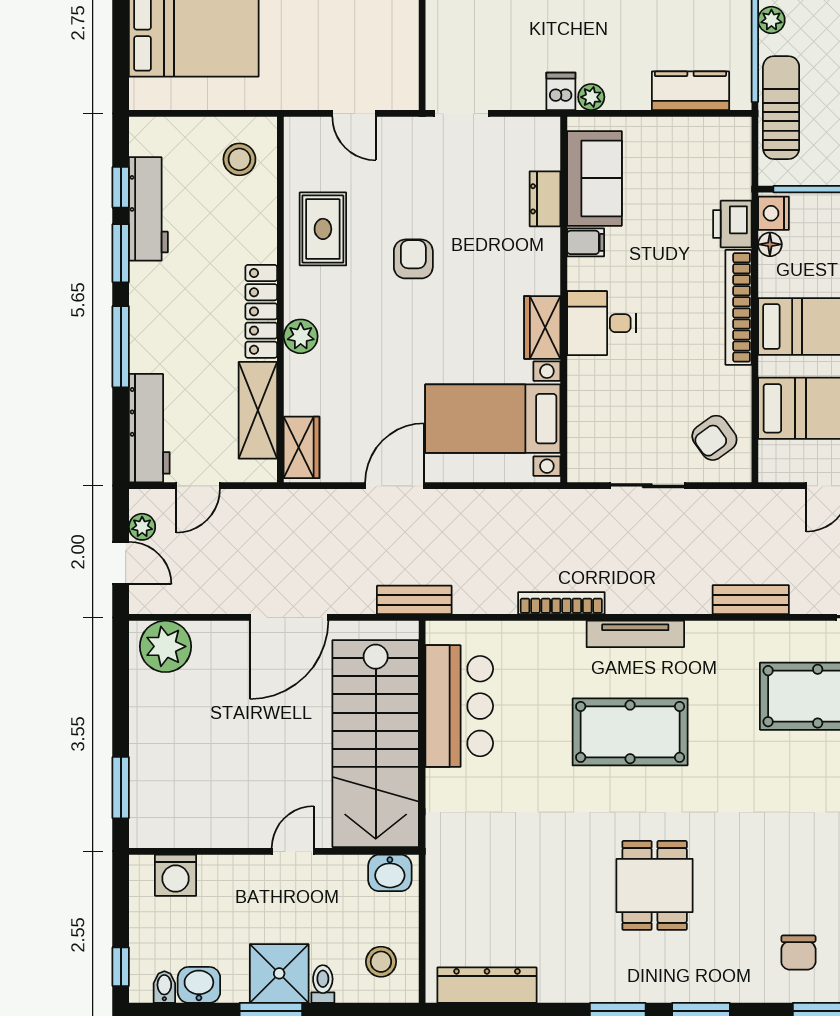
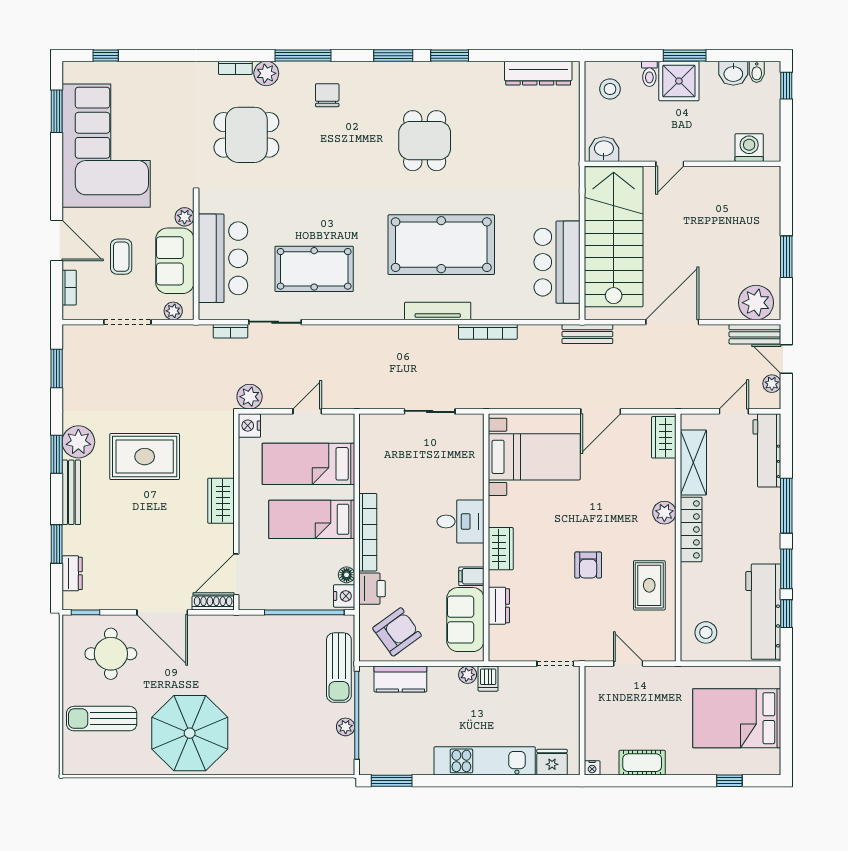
workbench: (148, 209) -> (763, 612), width x1.36, depth x1.32
wardrobe: (542, 327) -> (501, 549), moved
armchair: (714, 438) -> (397, 632), moved, width x1.38, depth x1.38
bench: (751, 600) -> (755, 334), moved
pool table: (630, 732) -> (441, 245), width x1.36, depth x1.32
window: (121, 788) -> (786, 257), moved

